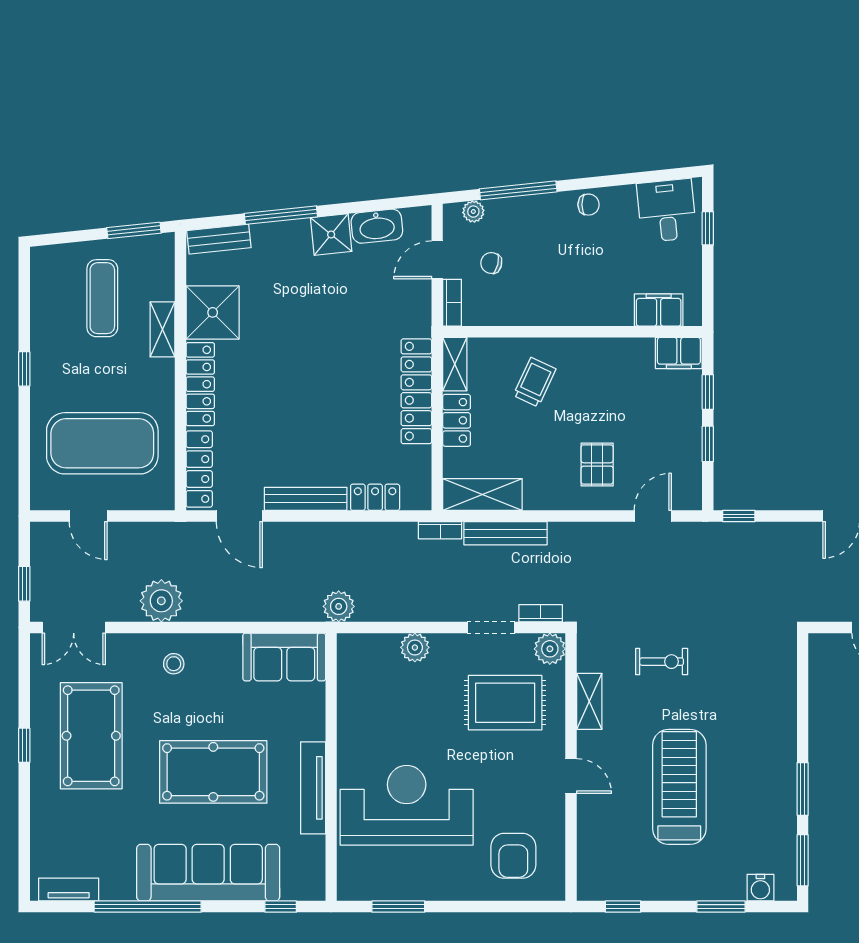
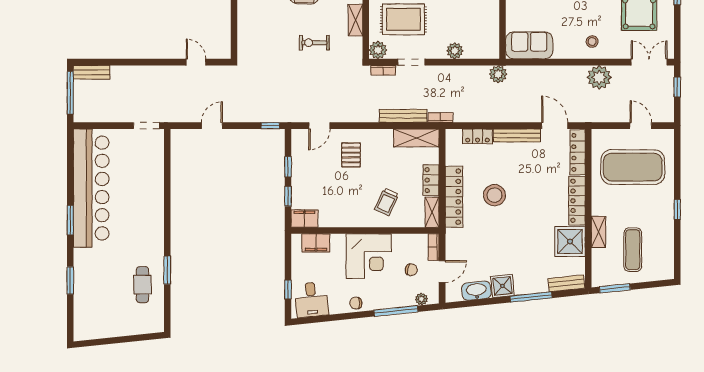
corner desk: (566, 287) -> (369, 256), added
stool: (345, 394) -> (495, 195), added

